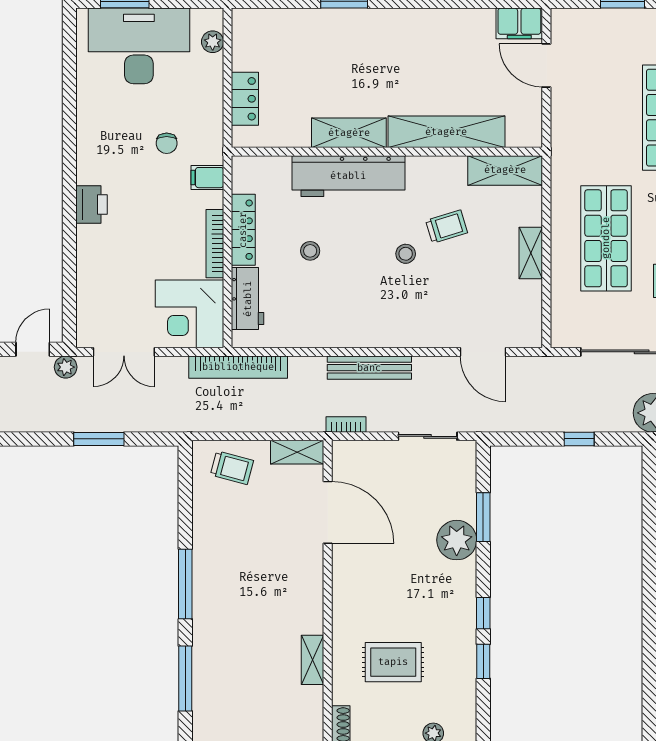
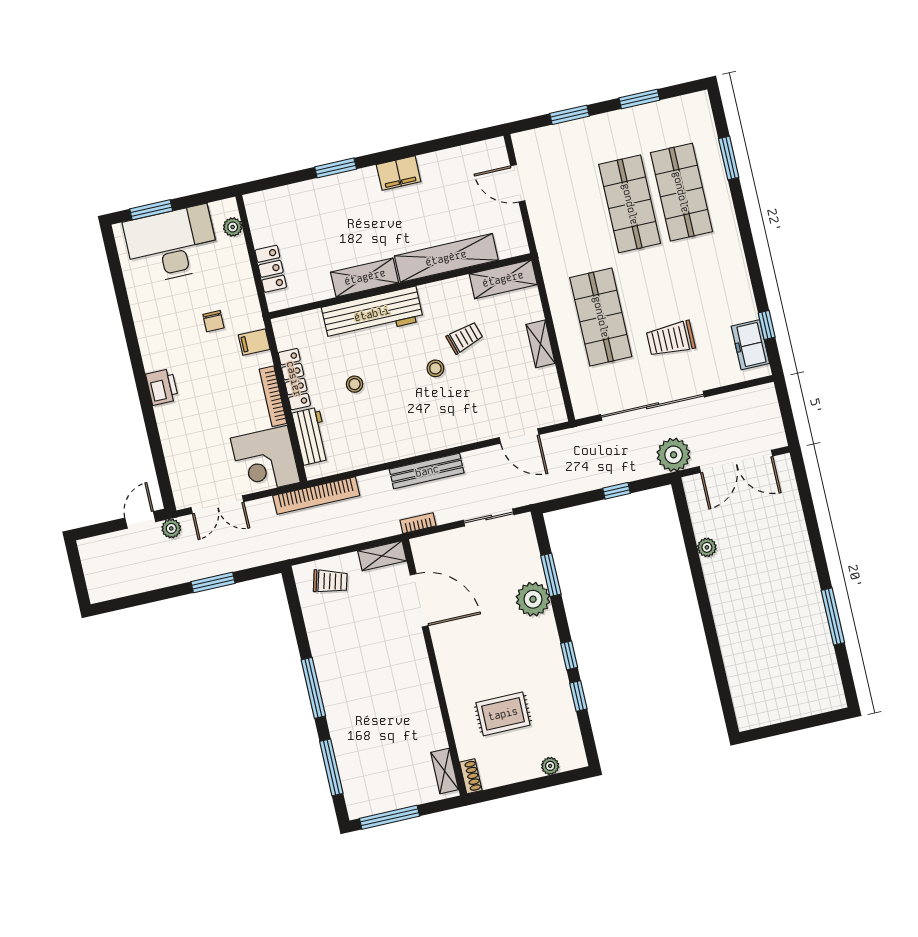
filing cabinet: (519, 23) -> (399, 173), moved
shelving: (313, 660) -> (445, 771), moved

